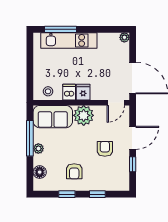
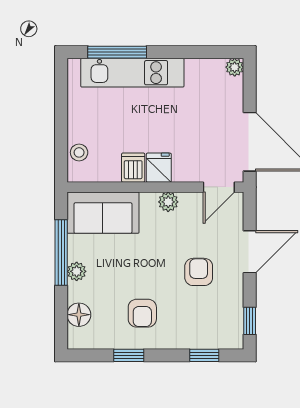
stool: (48, 91) -> (79, 152), moved
plant: (84, 115) -> (168, 202), width x0.53, depth x0.53
window: (133, 164) -> (250, 321), moved
window: (97, 194) -> (204, 355), moved

